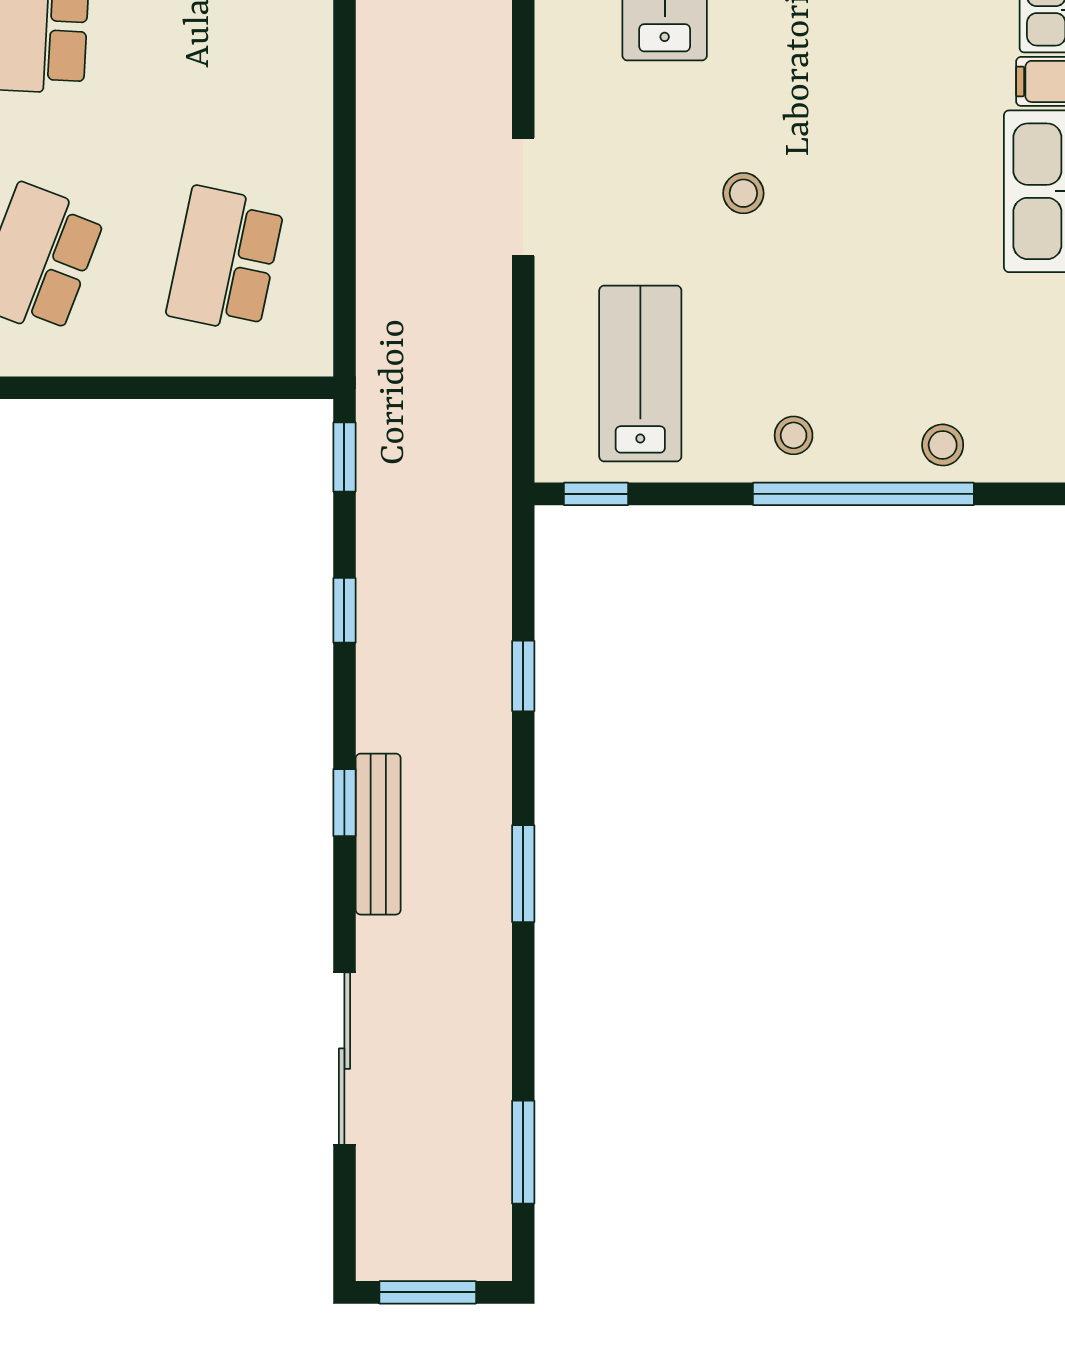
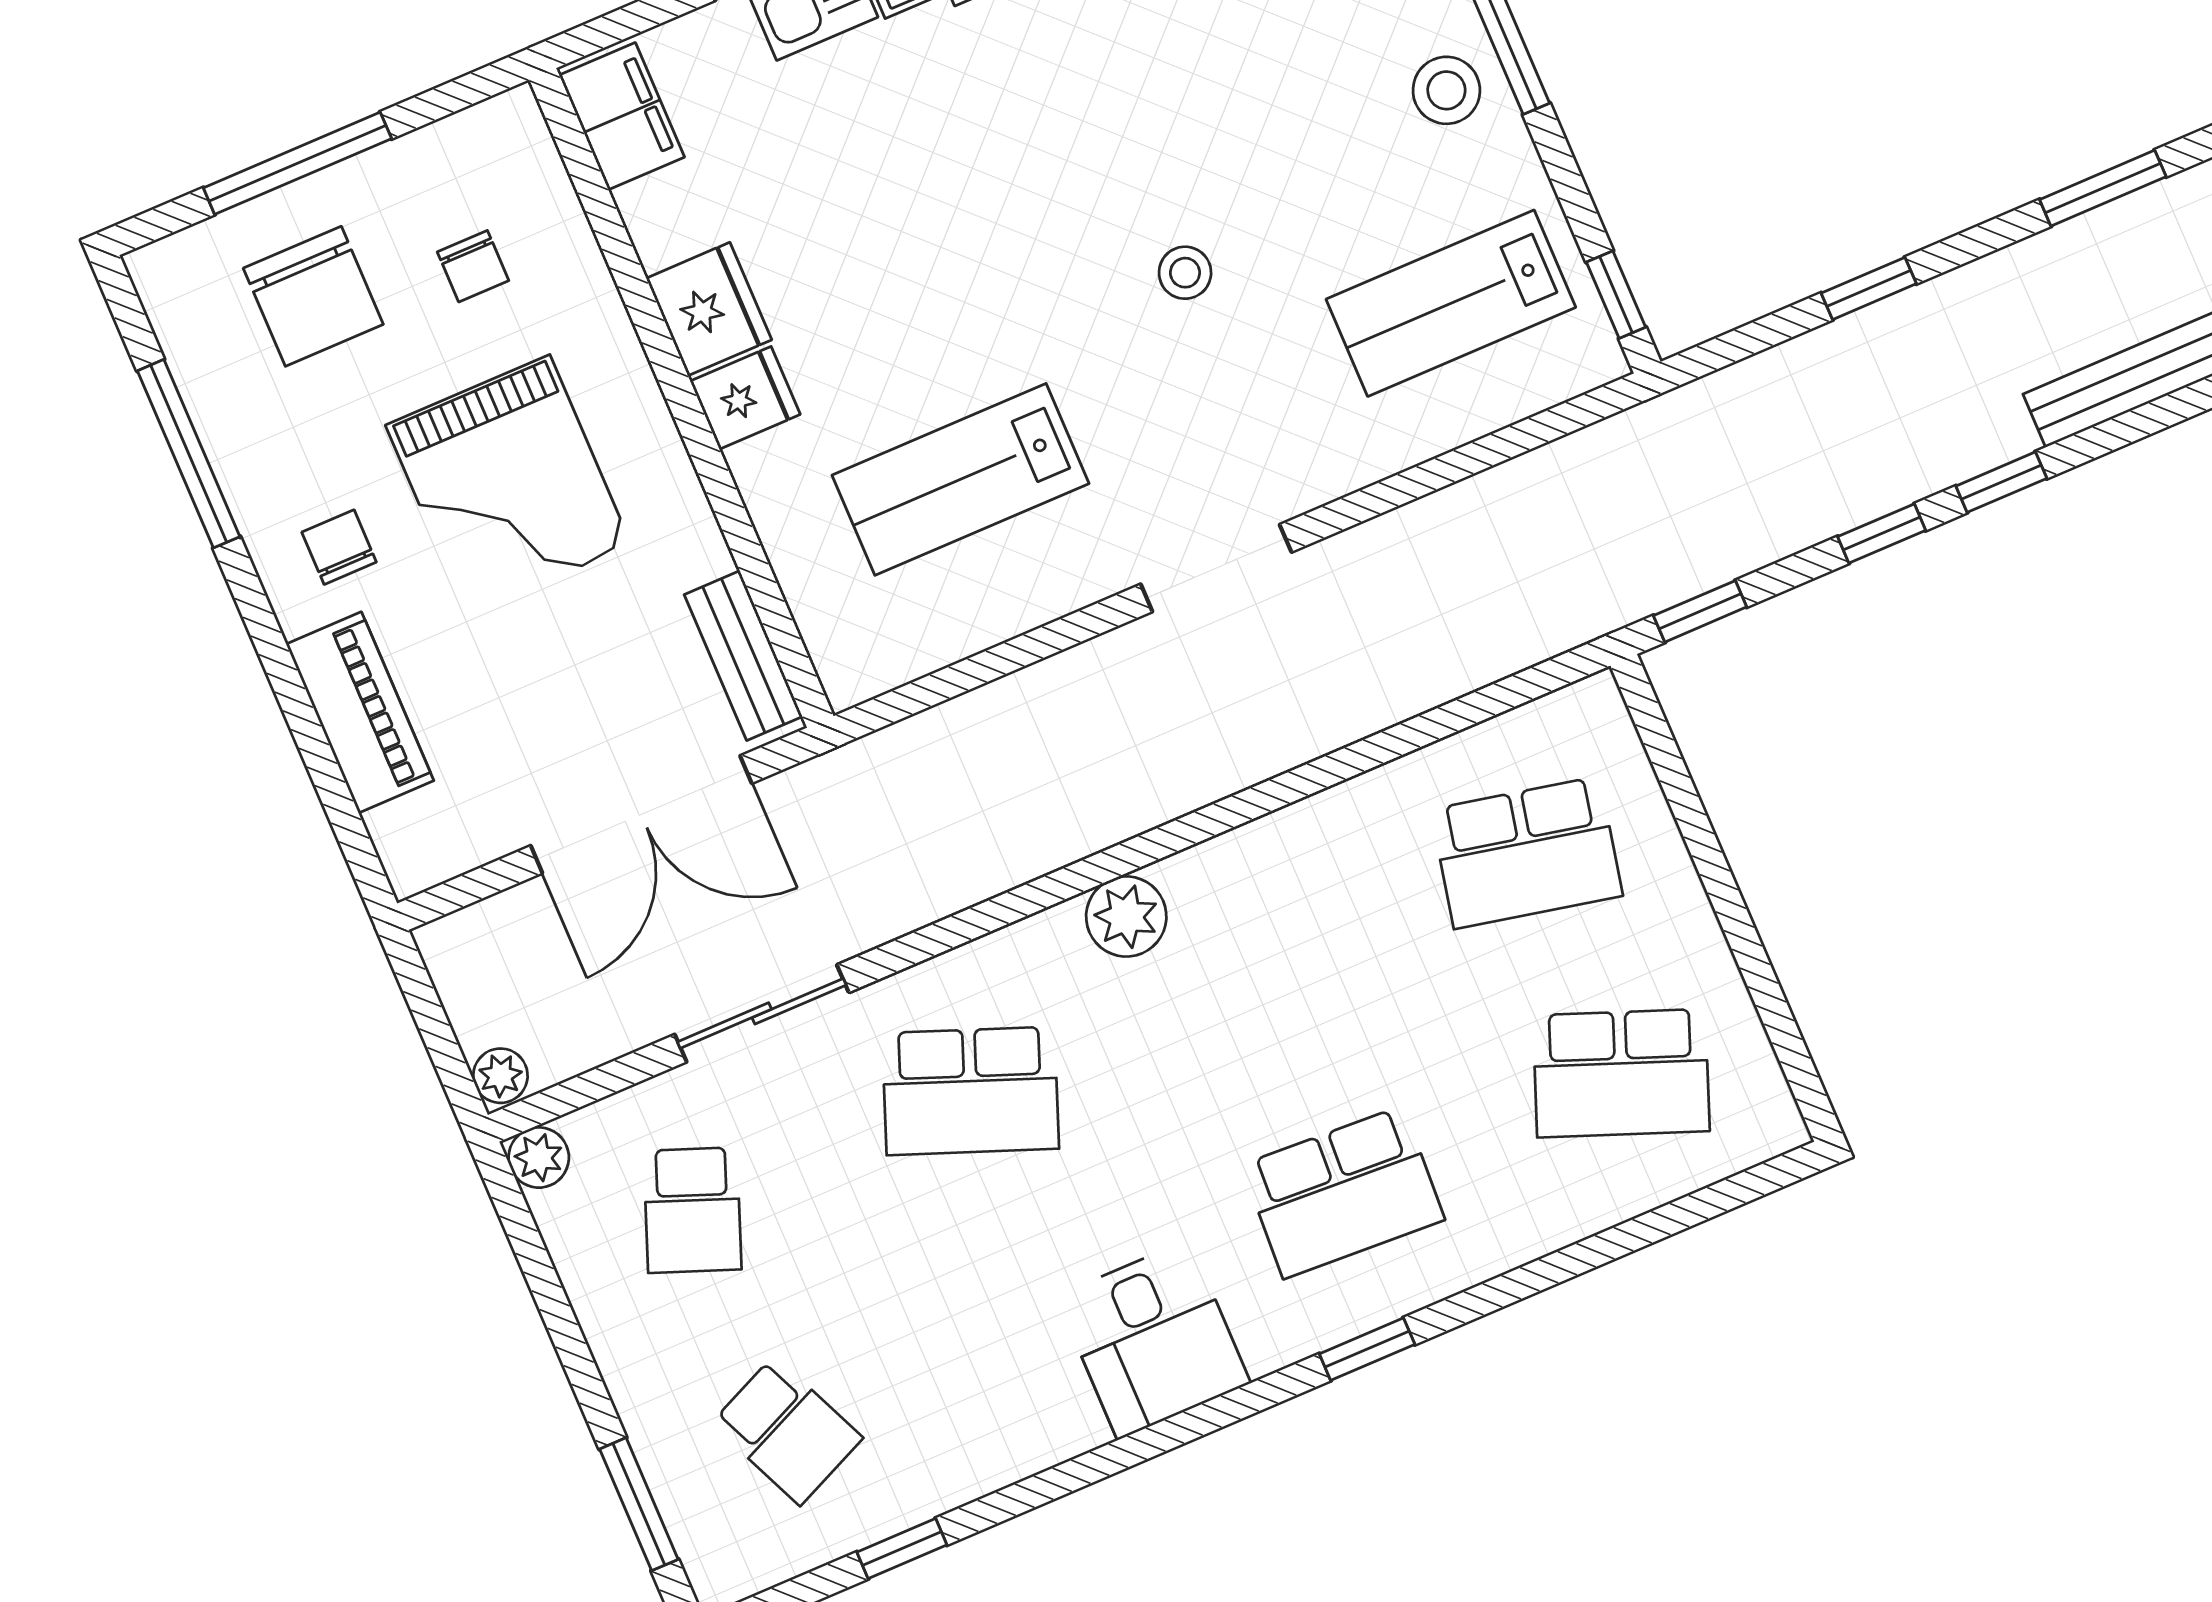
doorway: (523, 197) -> (1216, 568), moved
stool: (794, 435) -> (1446, 90), width x1.37, depth x1.37
window: (344, 803) -> (2001, 482), moved

